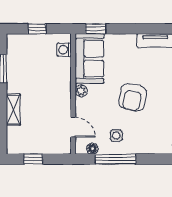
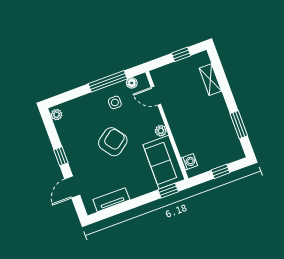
armchair: (133, 97) -> (113, 142), turned 43
shelving: (13, 110) -> (210, 80), moved

